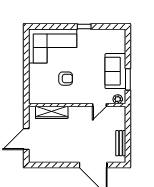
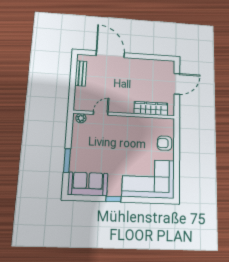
sofa: (115, 71) -> (88, 184), moved, turned -90
armchair: (66, 79) -> (165, 143), moved
window: (128, 79) -> (67, 161), moved

